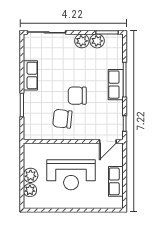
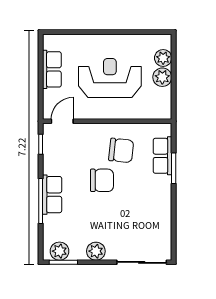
plant: (97, 41) -> (60, 251), moved
row of seats: (30, 75) -> (162, 156), moved

